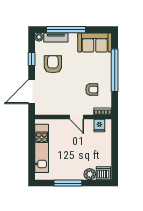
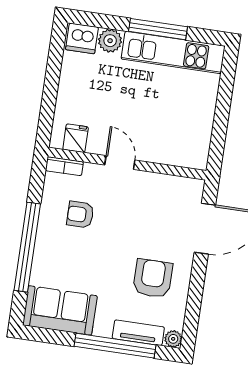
window: (32, 59) -> (195, 296), removed
armchair: (53, 64) -> (153, 278), turned 180
kitchen unit: (42, 148) -> (173, 52), moved, turned -90

